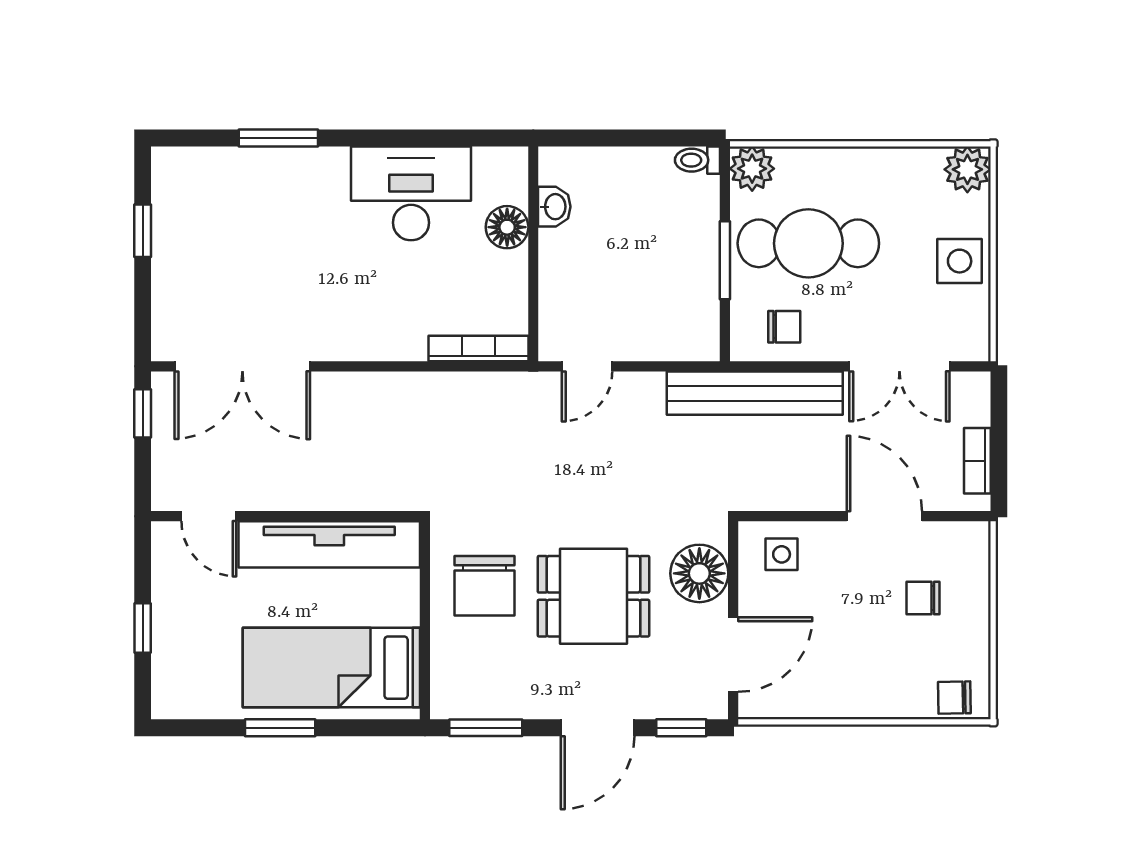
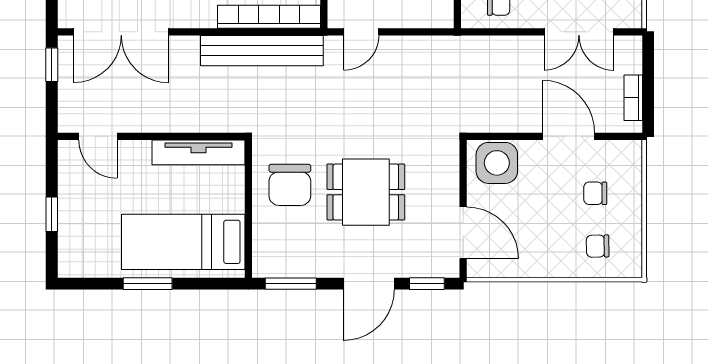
bookcase: (478, 348) -> (269, 17), width x1.48, depth x1.31
bench: (755, 393) -> (262, 51), moved
tv unit: (329, 544) -> (199, 152), width x0.73, depth x0.78
side table: (782, 554) -> (497, 163), width x1.87, depth x1.87
floor lamp: (699, 573) -> (439, 176), removed
door: (733, 655) -> (463, 233), hinge flipped
chair: (954, 698) -> (598, 246), moved

